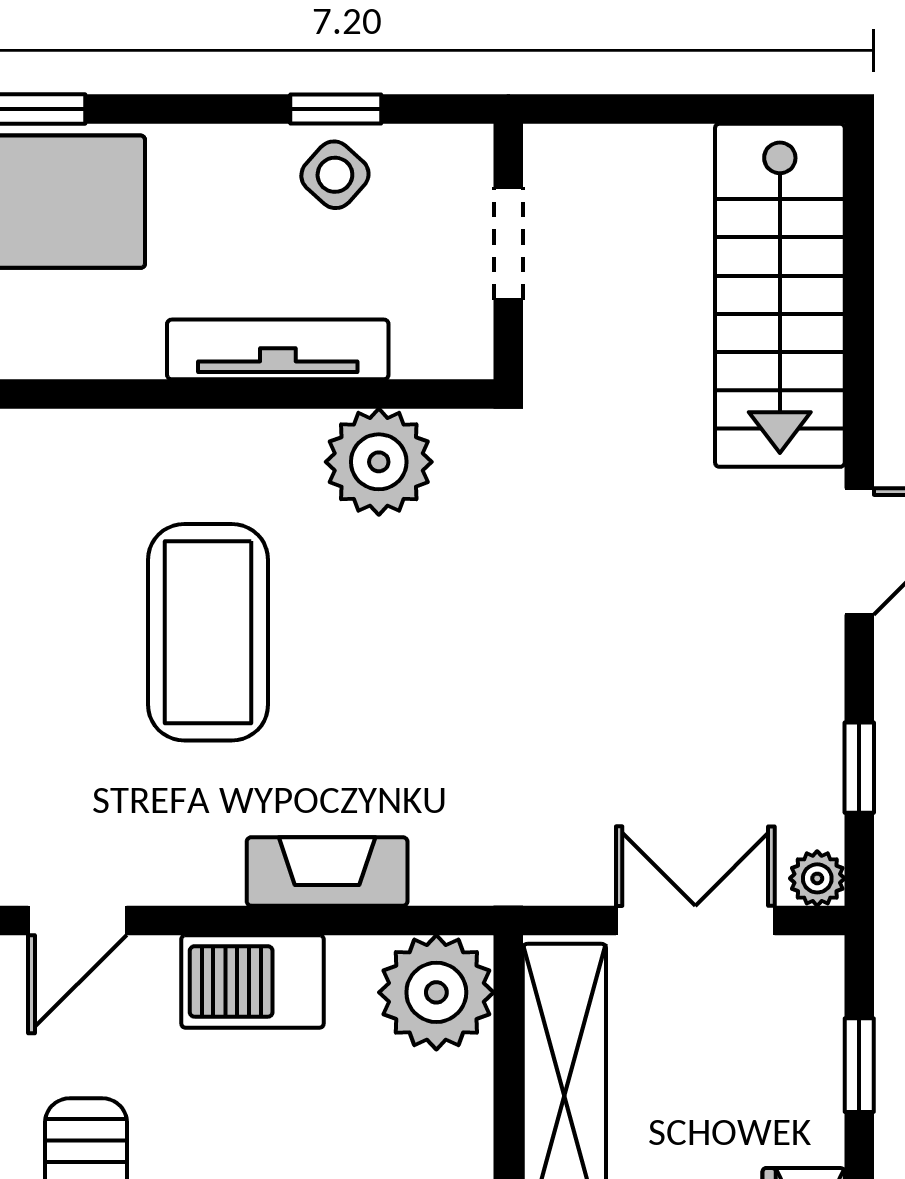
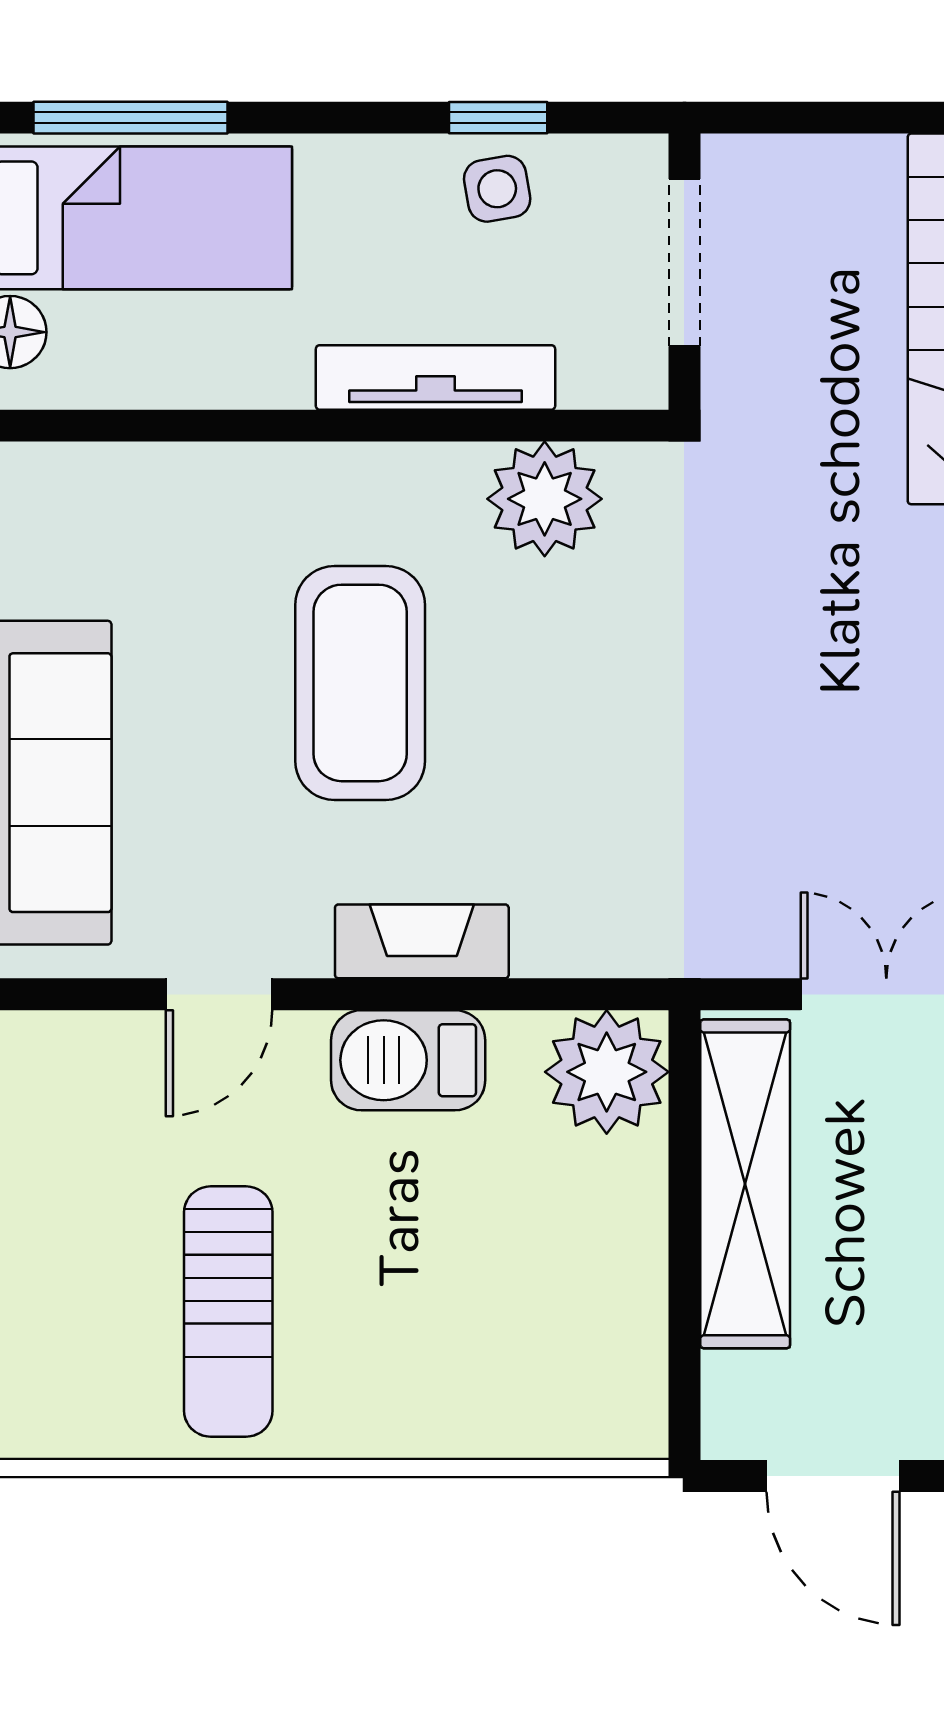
side table: (335, 175) -> (497, 189), turned 38
doorway: (508, 243) -> (684, 263), width x1.38
fireplace: (327, 871) -> (422, 941), moved

